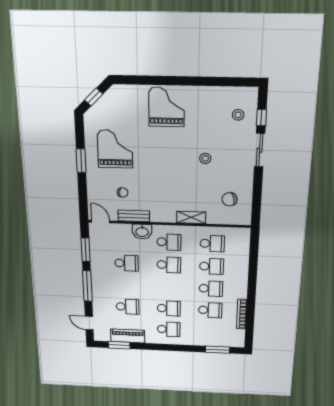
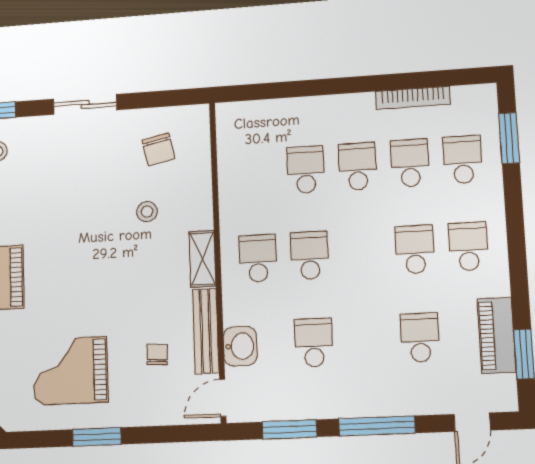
sliding door: (260, 150) -> (85, 104), moved
stool: (205, 158) -> (147, 212), moved
bench: (134, 216) -> (206, 331), width x1.36
shelving: (191, 217) -> (202, 259), moved
washbasin: (142, 232) -> (240, 346), moved
school desk: (212, 244) -> (463, 160), moved

